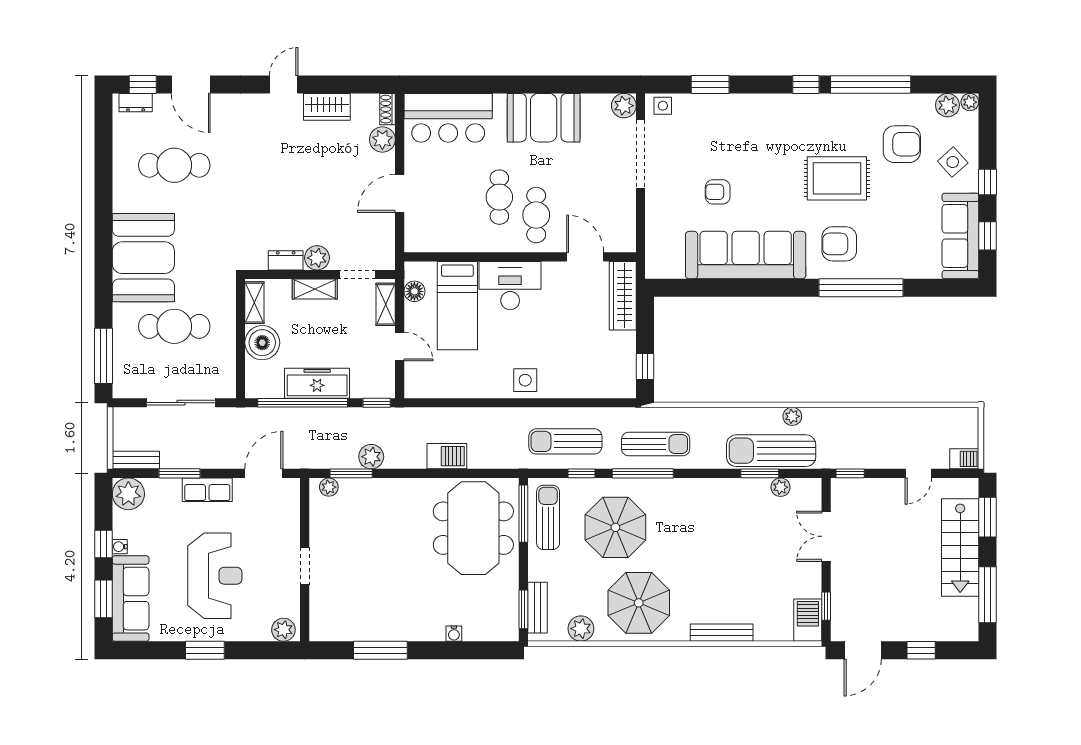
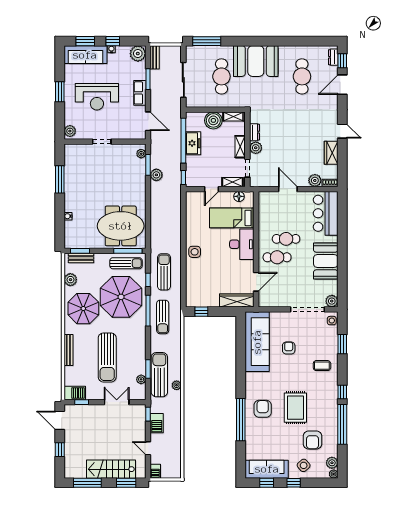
coffee table: (753, 125) -> (322, 366), added
sofa: (746, 255) -> (257, 342), moved
freezer: (317, 383) -> (193, 143), width x0.71
barbecue: (447, 456) -> (157, 423), moved
parasol: (615, 527) -> (121, 297), width x1.36, depth x1.36
sun lounger: (737, 555) -> (107, 357), added

